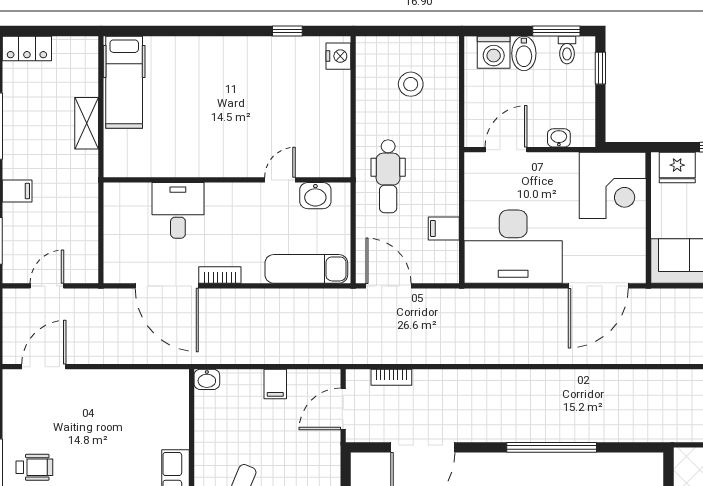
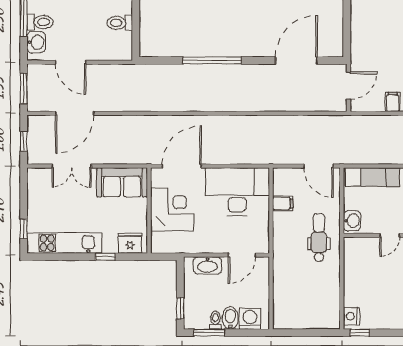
window: (287, 31) -> (360, 333), moved
toilet: (567, 50) -> (215, 320), moved
stool: (411, 84) -> (304, 298), removed
washbasin: (559, 138) -> (207, 265), width x1.91, depth x1.45
corner desk: (613, 185) -> (172, 210), moved, turned 90
washbasin: (315, 196) -> (352, 221), moved, turned 90
bookcase: (391, 377) -> (317, 106), removed

